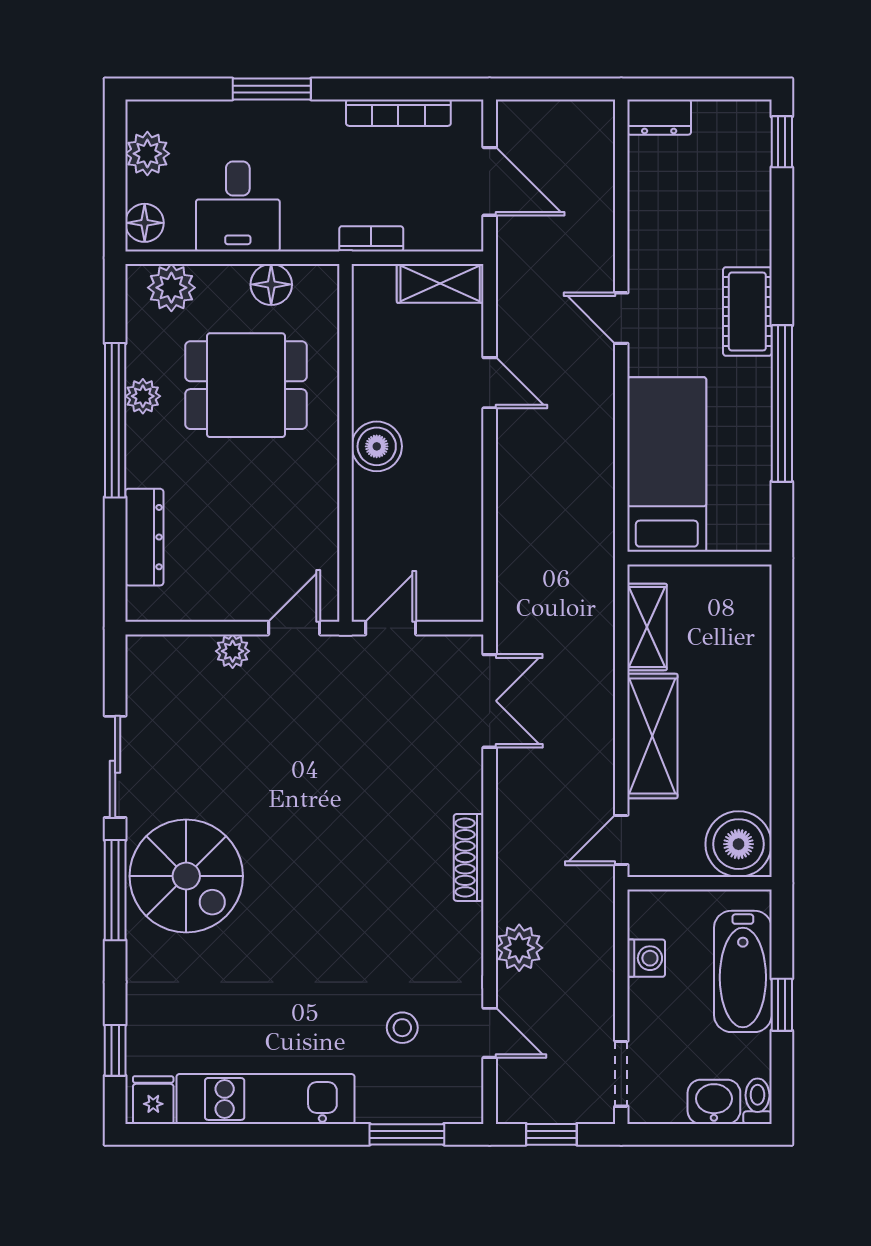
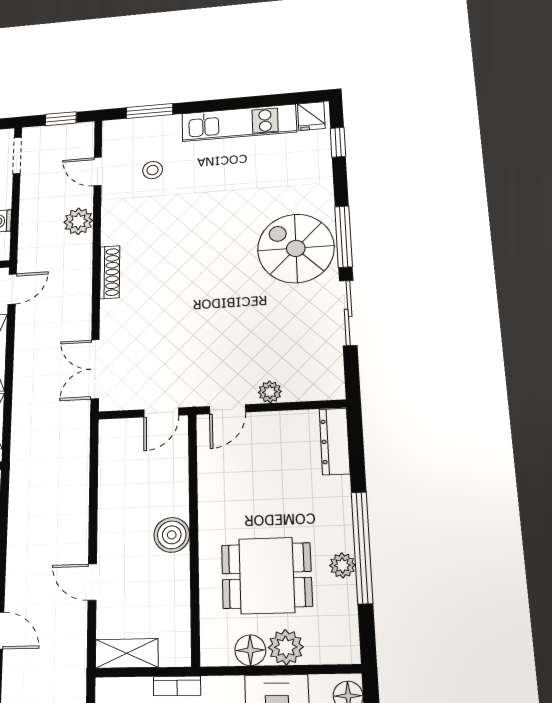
plant: (171, 288) -> (286, 647), moved
dresser: (144, 537) -> (335, 441), moved

